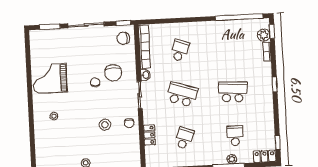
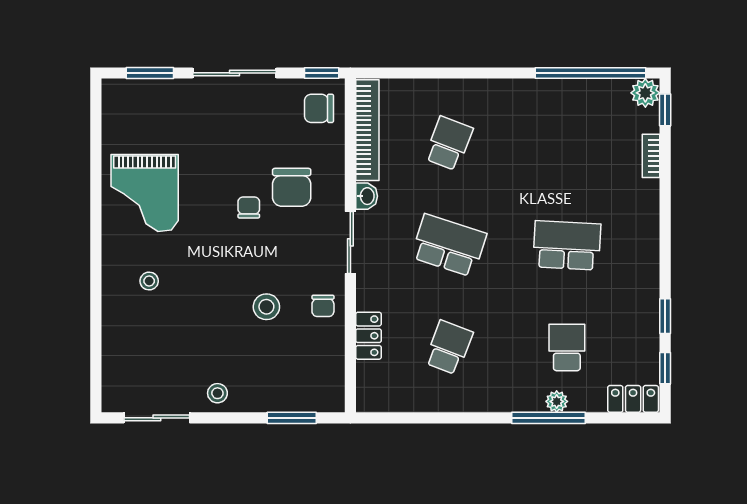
plant: (264, 35) -> (645, 93), moved
grand piano: (50, 78) -> (145, 193), turned -90
window: (275, 84) -> (665, 316), moved

